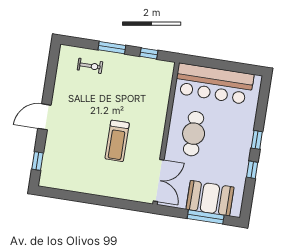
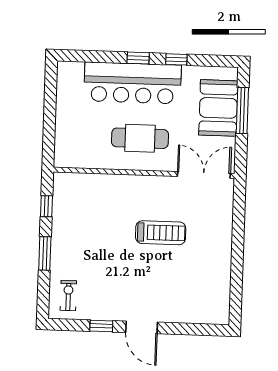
exercise bike: (90, 66) -> (68, 295), moved
bar counter: (214, 84) -> (133, 83), moved, turned 90
window: (38, 161) -> (101, 326), moved

